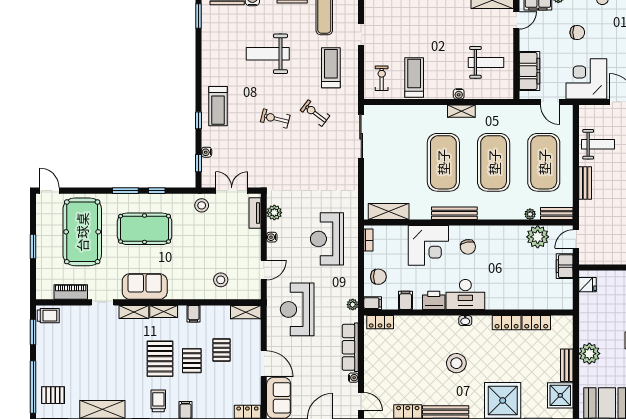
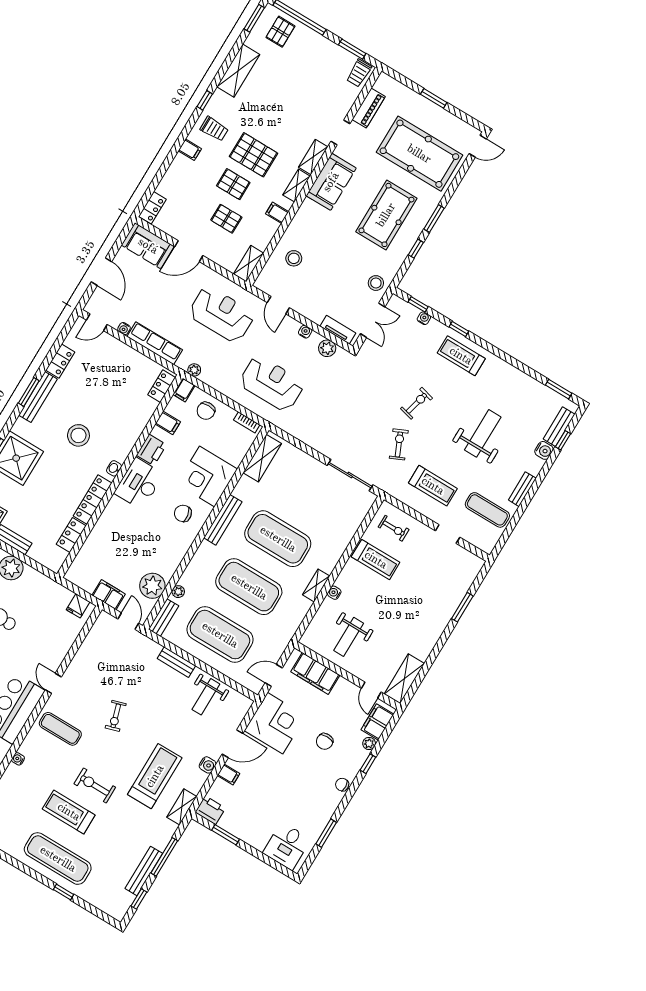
exercise bike: (315, 113) -> (399, 444), turned -61
locker: (507, 323) -> (93, 500), width x1.53

